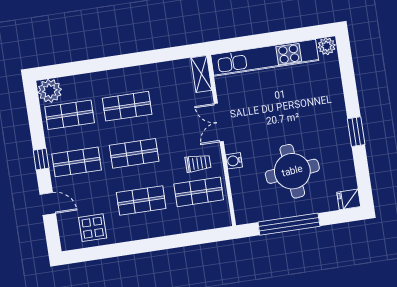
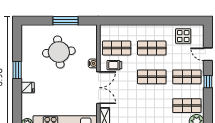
shop shelf: (127, 106) -> (152, 106), removed
double door: (219, 122) -> (98, 88), width x1.37
fridge: (349, 199) -> (28, 88), moved
window: (289, 224) -> (66, 21), width x0.68

